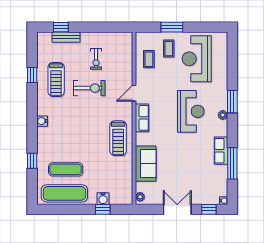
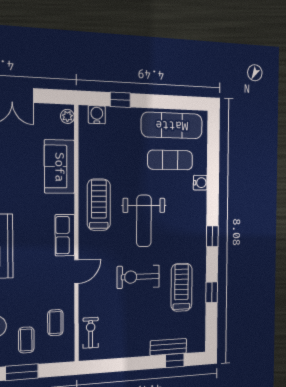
exercise bike: (96, 59) -> (91, 333), moved
water cooler: (42, 121) -> (200, 183), moved
weight bench: (85, 127) -> (144, 221), added
window: (32, 161) -> (212, 236), moved
water cooler: (103, 199) -> (97, 115), moved

